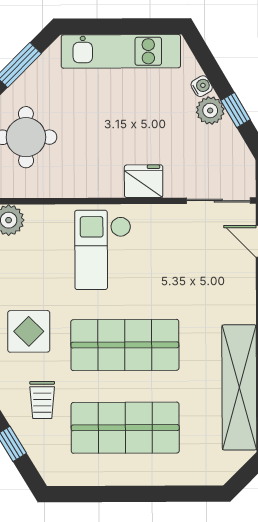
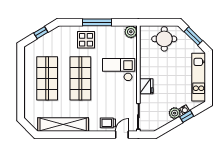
window: (236, 110) -> (187, 116), moved
trolley: (42, 400) -> (108, 123), moved

